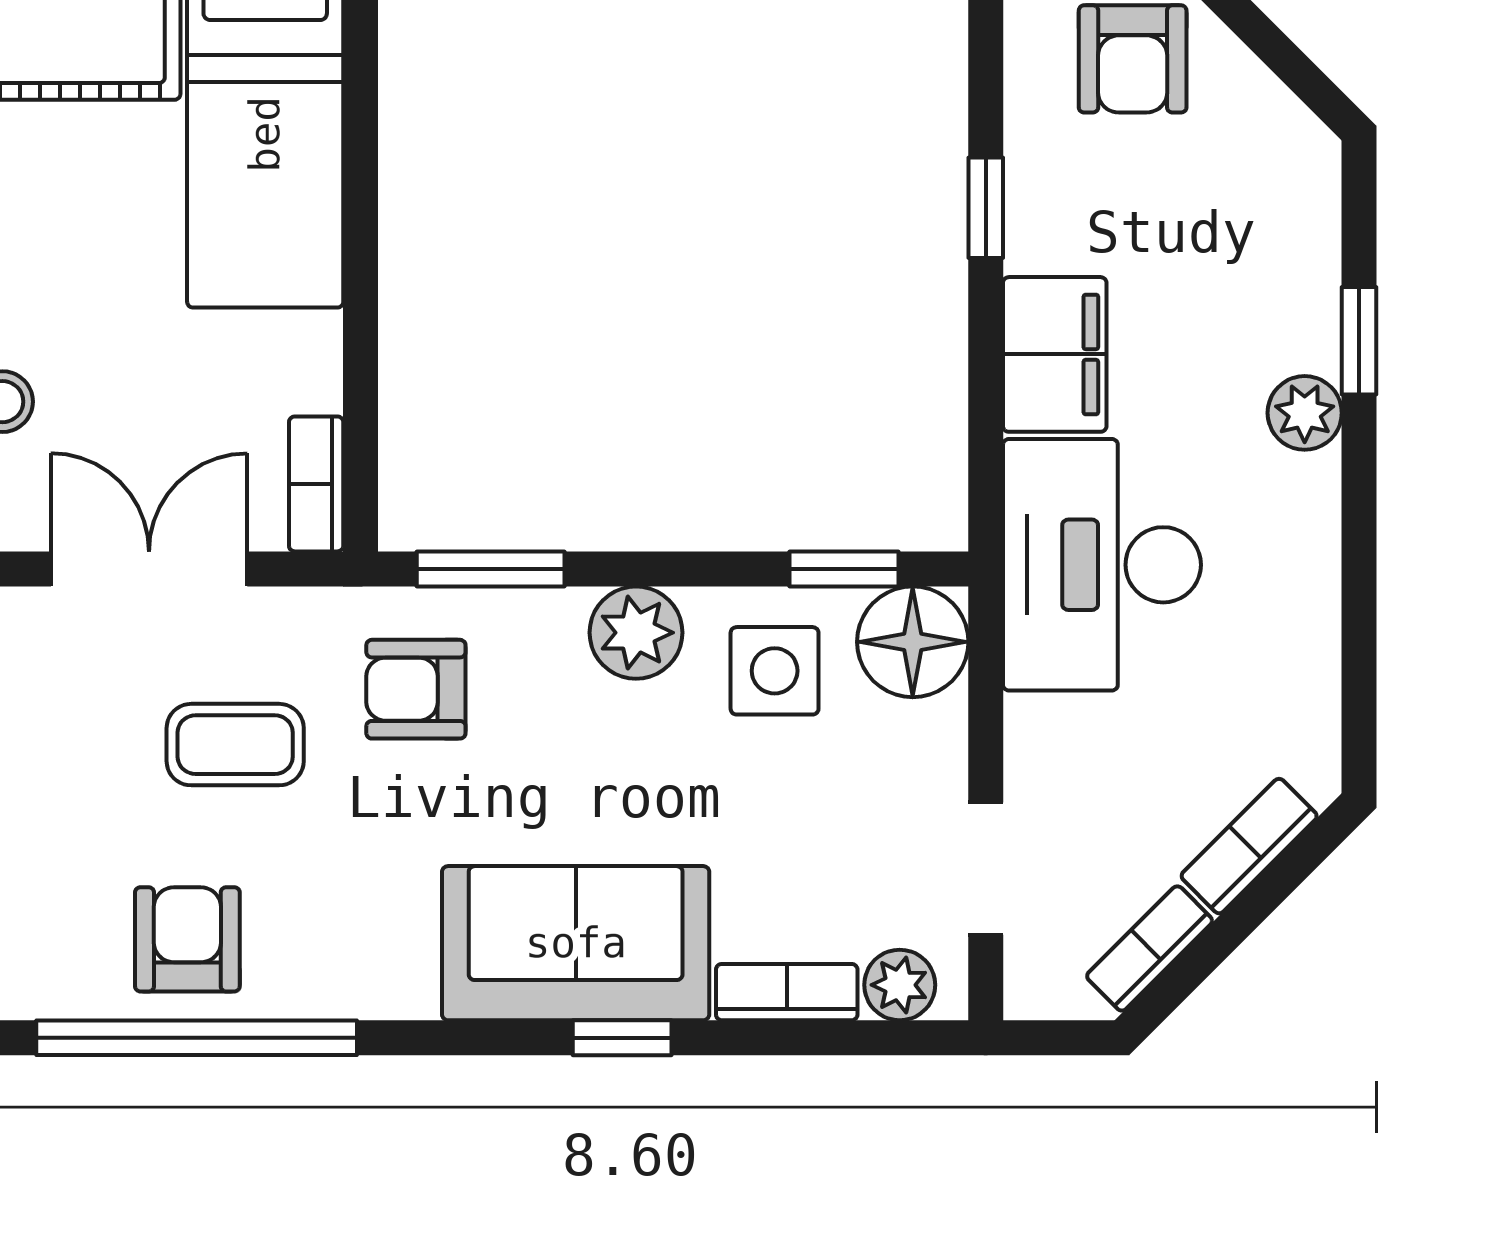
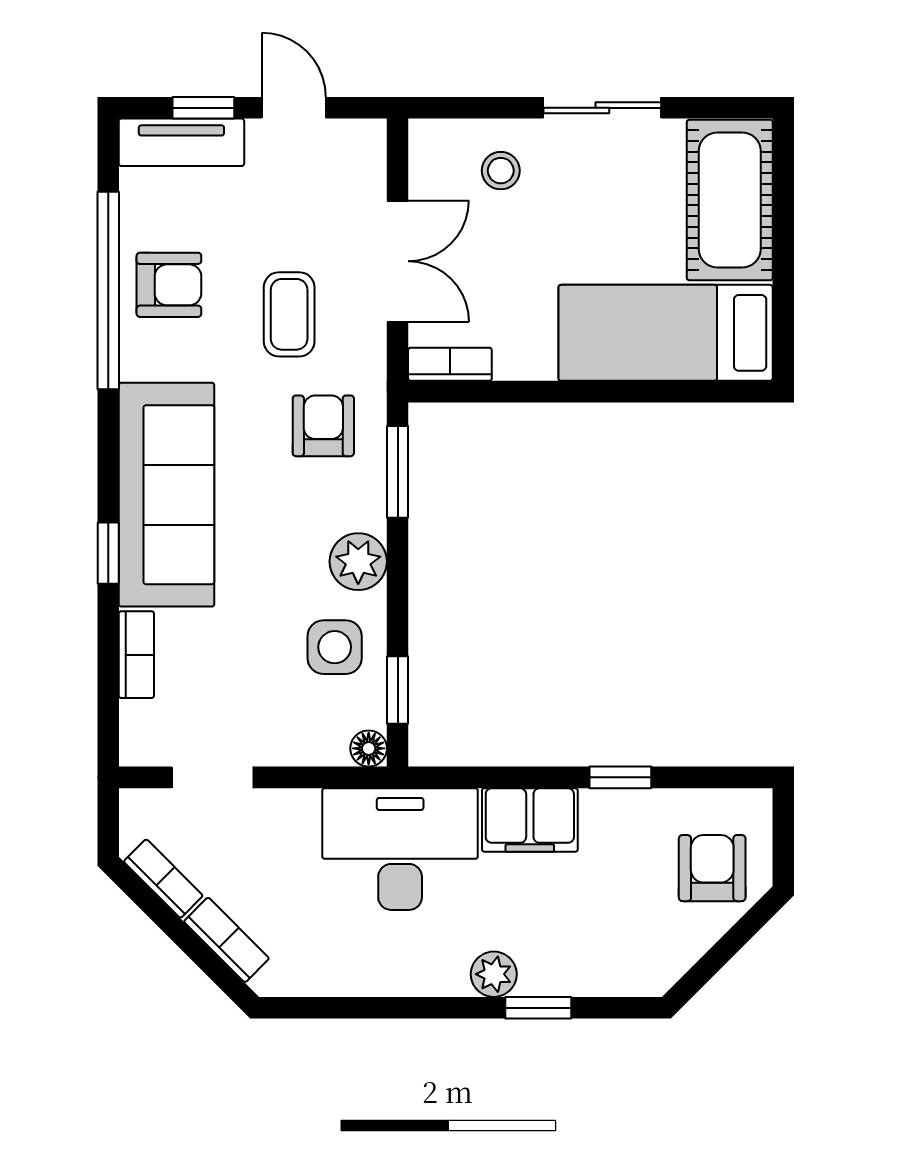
armchair: (1133, 59) -> (712, 868), turned 90
floor lamp: (913, 642) -> (369, 748), width x0.53, depth x0.53
sofa: (576, 943) -> (167, 495), width x1.36
plant: (900, 985) -> (141, 724), removed

